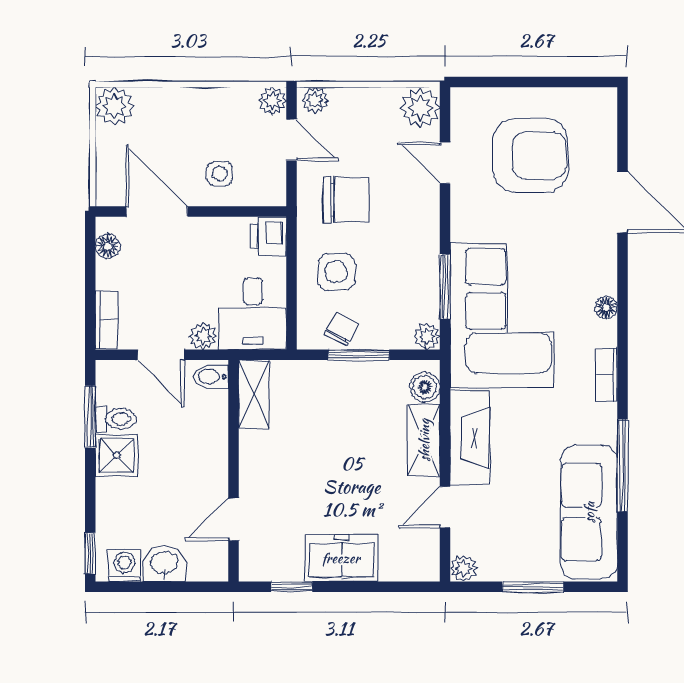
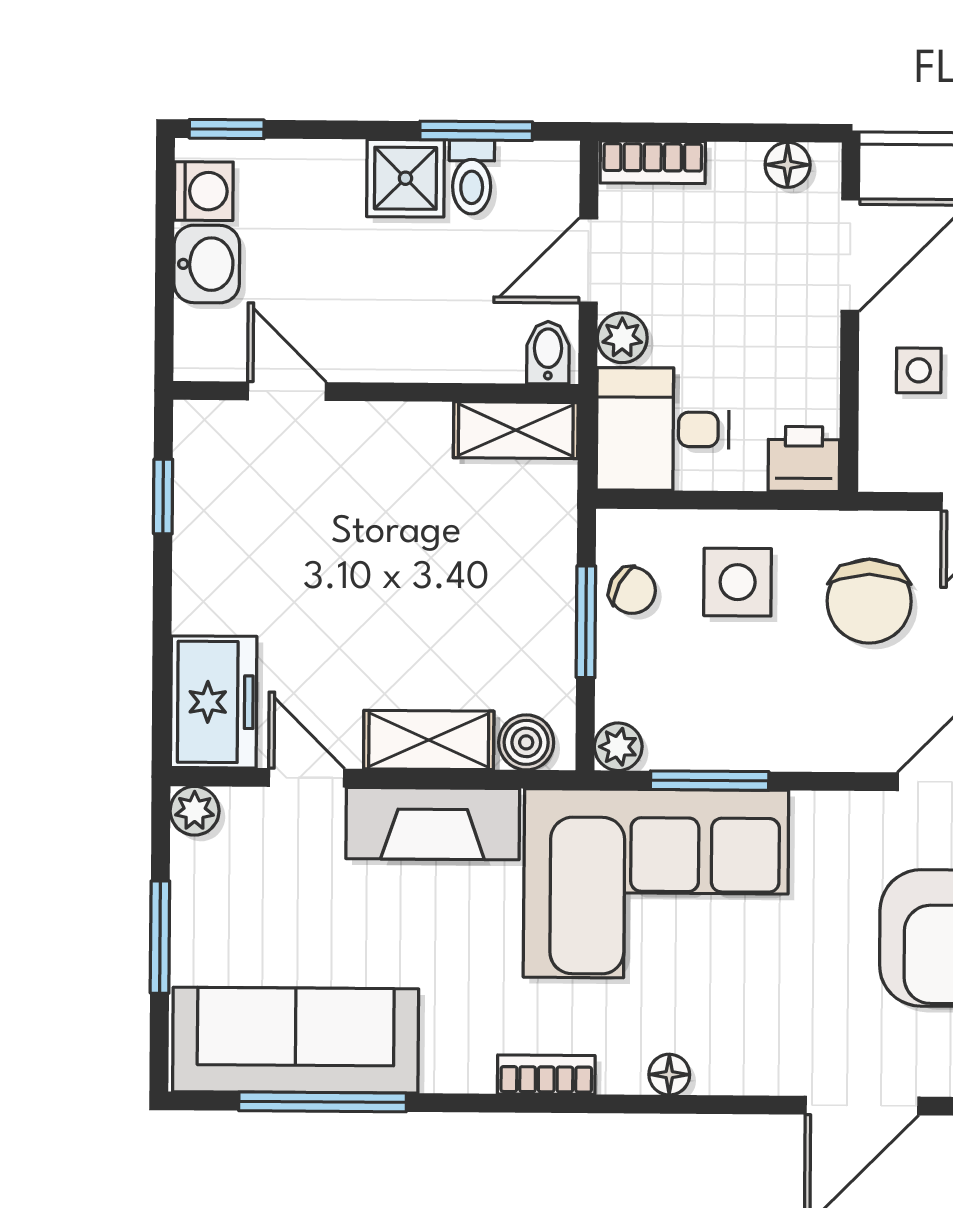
window: (622, 466) -> (323, 1102), moved
freezer: (341, 558) -> (214, 702), moved

